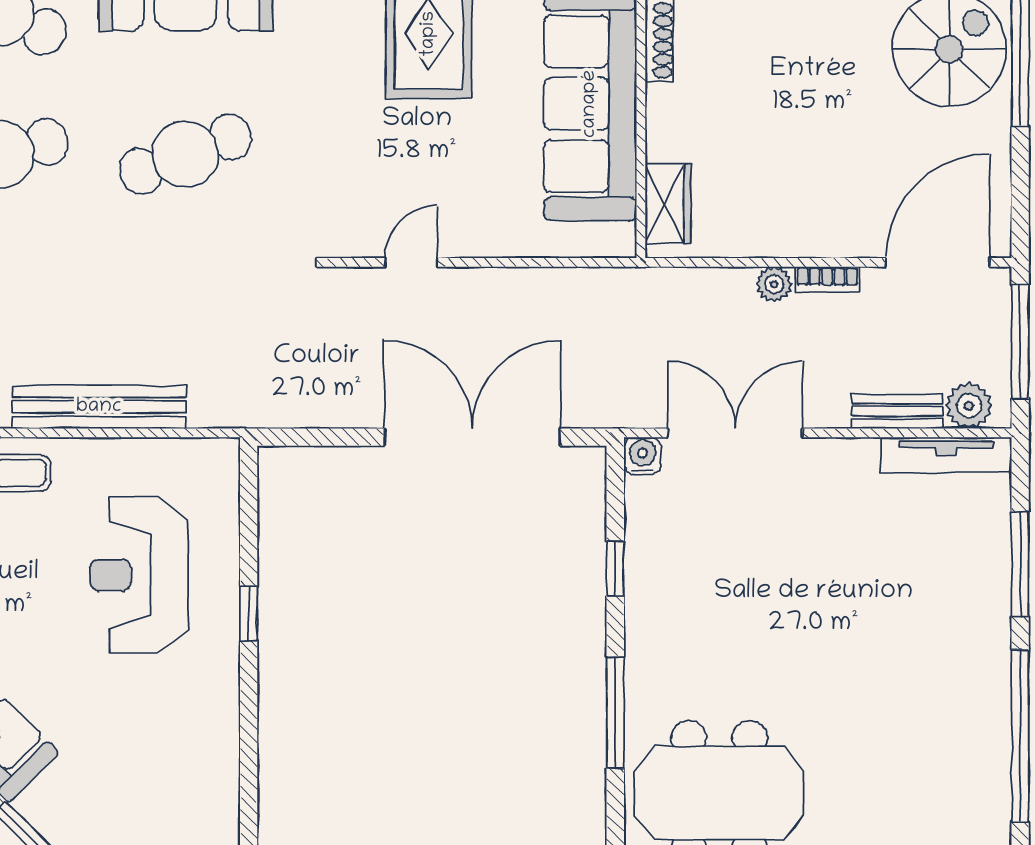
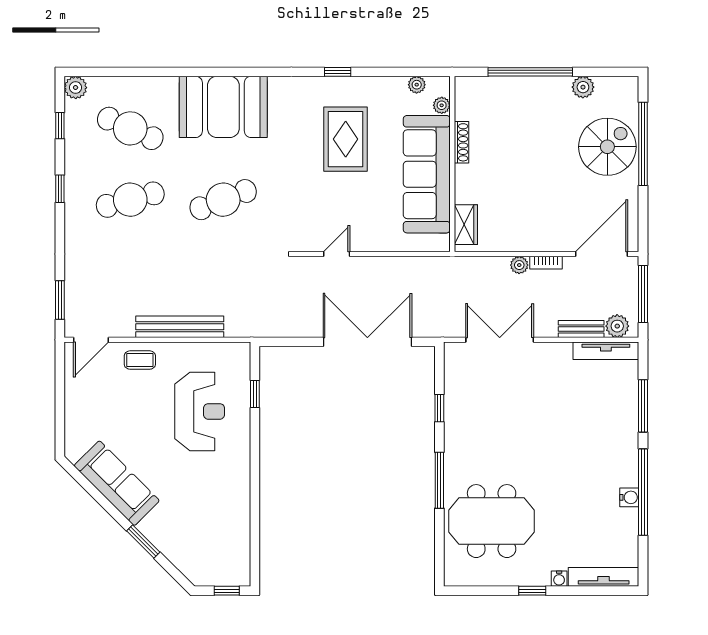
water cooler: (643, 456) -> (629, 497), moved, turned 90
reception desk: (139, 575) -> (200, 411), turned 180
window: (249, 614) -> (255, 394), moved

